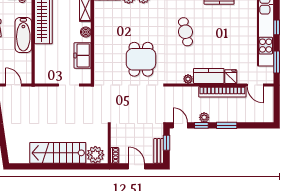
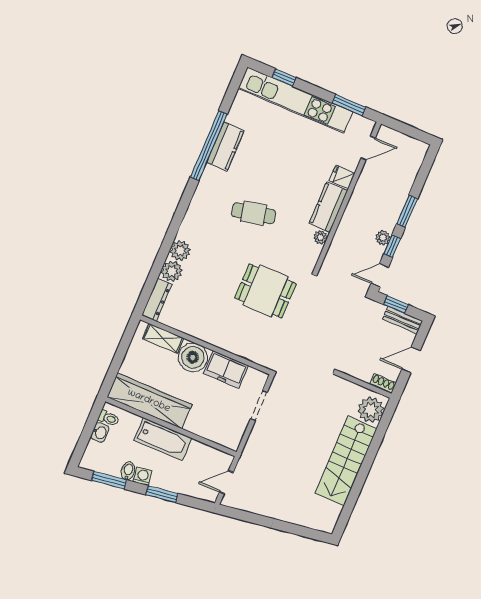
window: (277, 27) -> (284, 77), moved
boiler: (86, 32) -> (193, 357), width x1.86, depth x1.86
bookcase: (222, 92) -> (358, 197), removed

